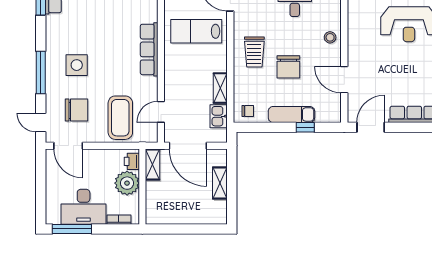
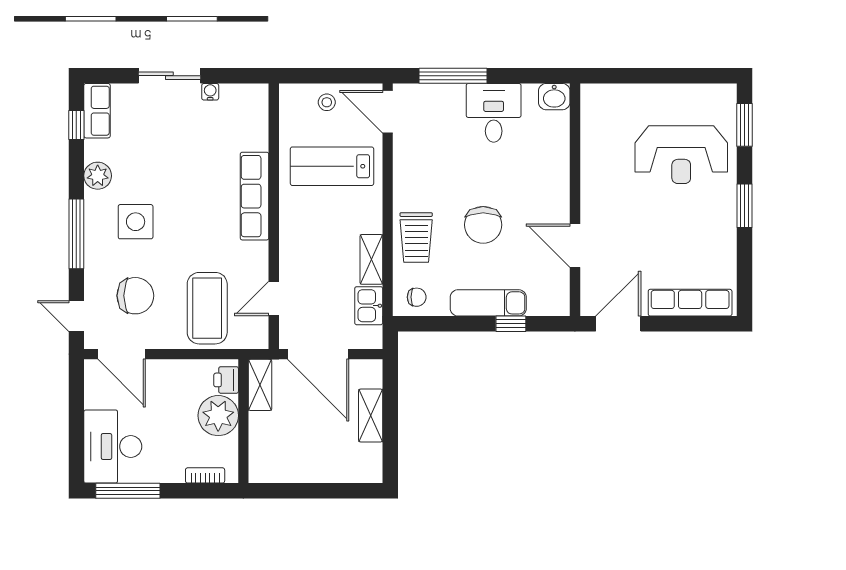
plant: (54, 37) -> (98, 176), added
stool: (330, 37) -> (552, 176), removed
trolley: (254, 52) -> (416, 237), moved
desk: (84, 207) -> (113, 446), moved, turned 90

